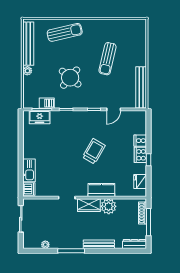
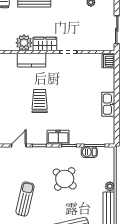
freezer: (40, 117) -> (58, 137), moved
trolley: (94, 151) -> (40, 101), turned 150
kitchen sink: (29, 170) -> (108, 104), moved

